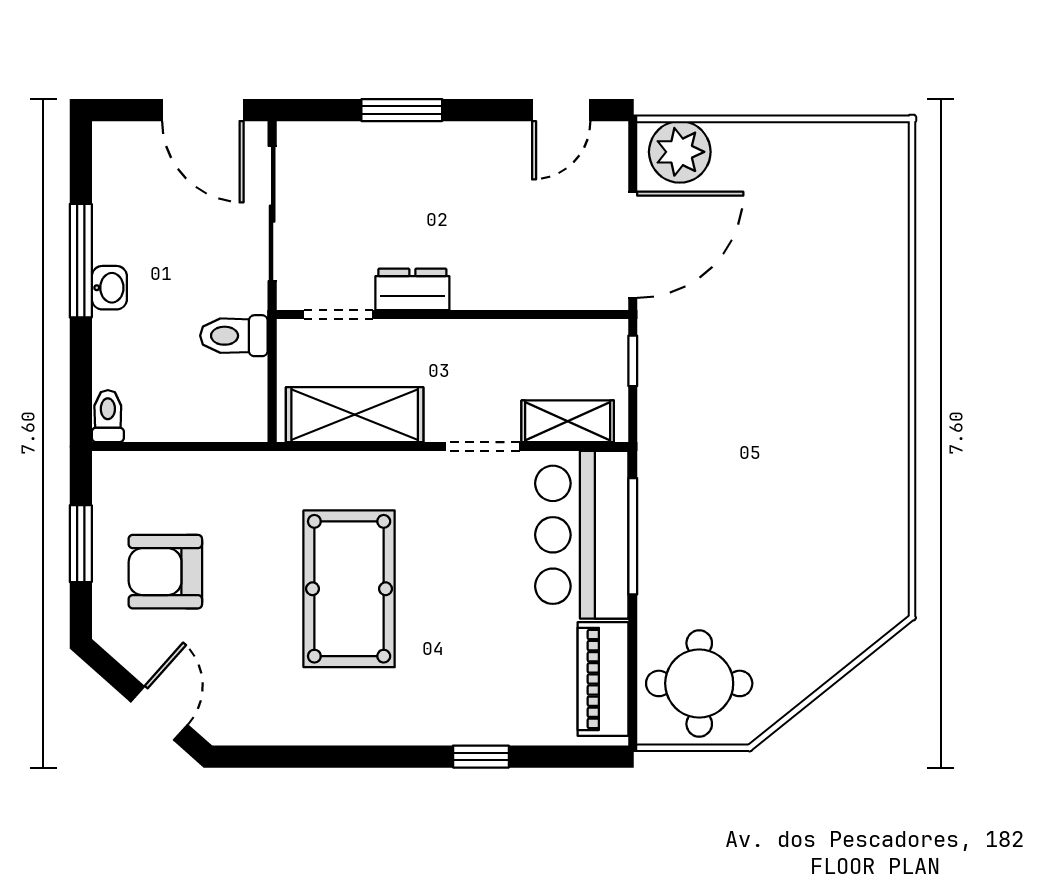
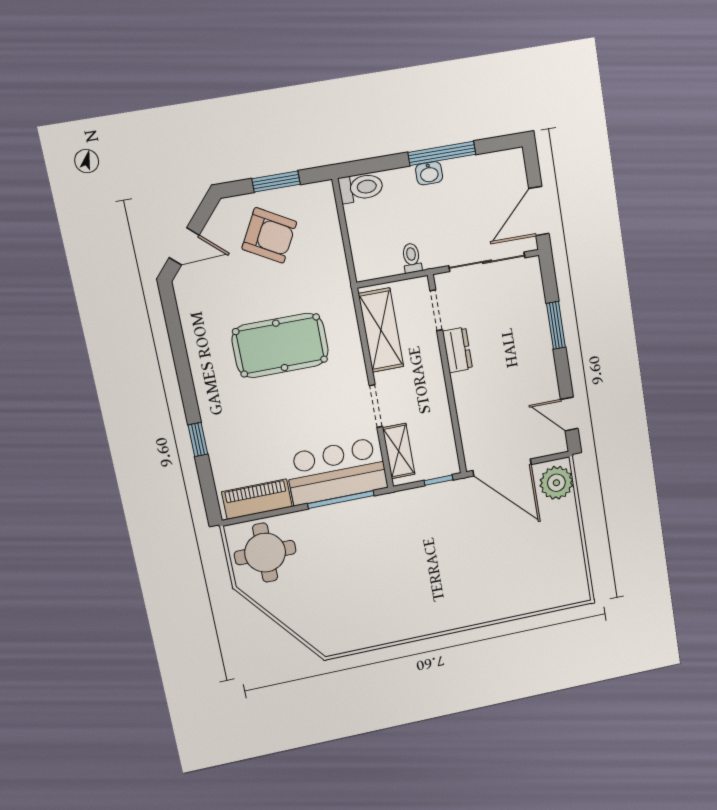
toilet: (234, 336) -> (412, 258), width x0.73, depth x0.72
toilet: (108, 416) -> (361, 188), width x1.37, depth x1.39
armchair: (165, 572) -> (269, 235), turned 119

